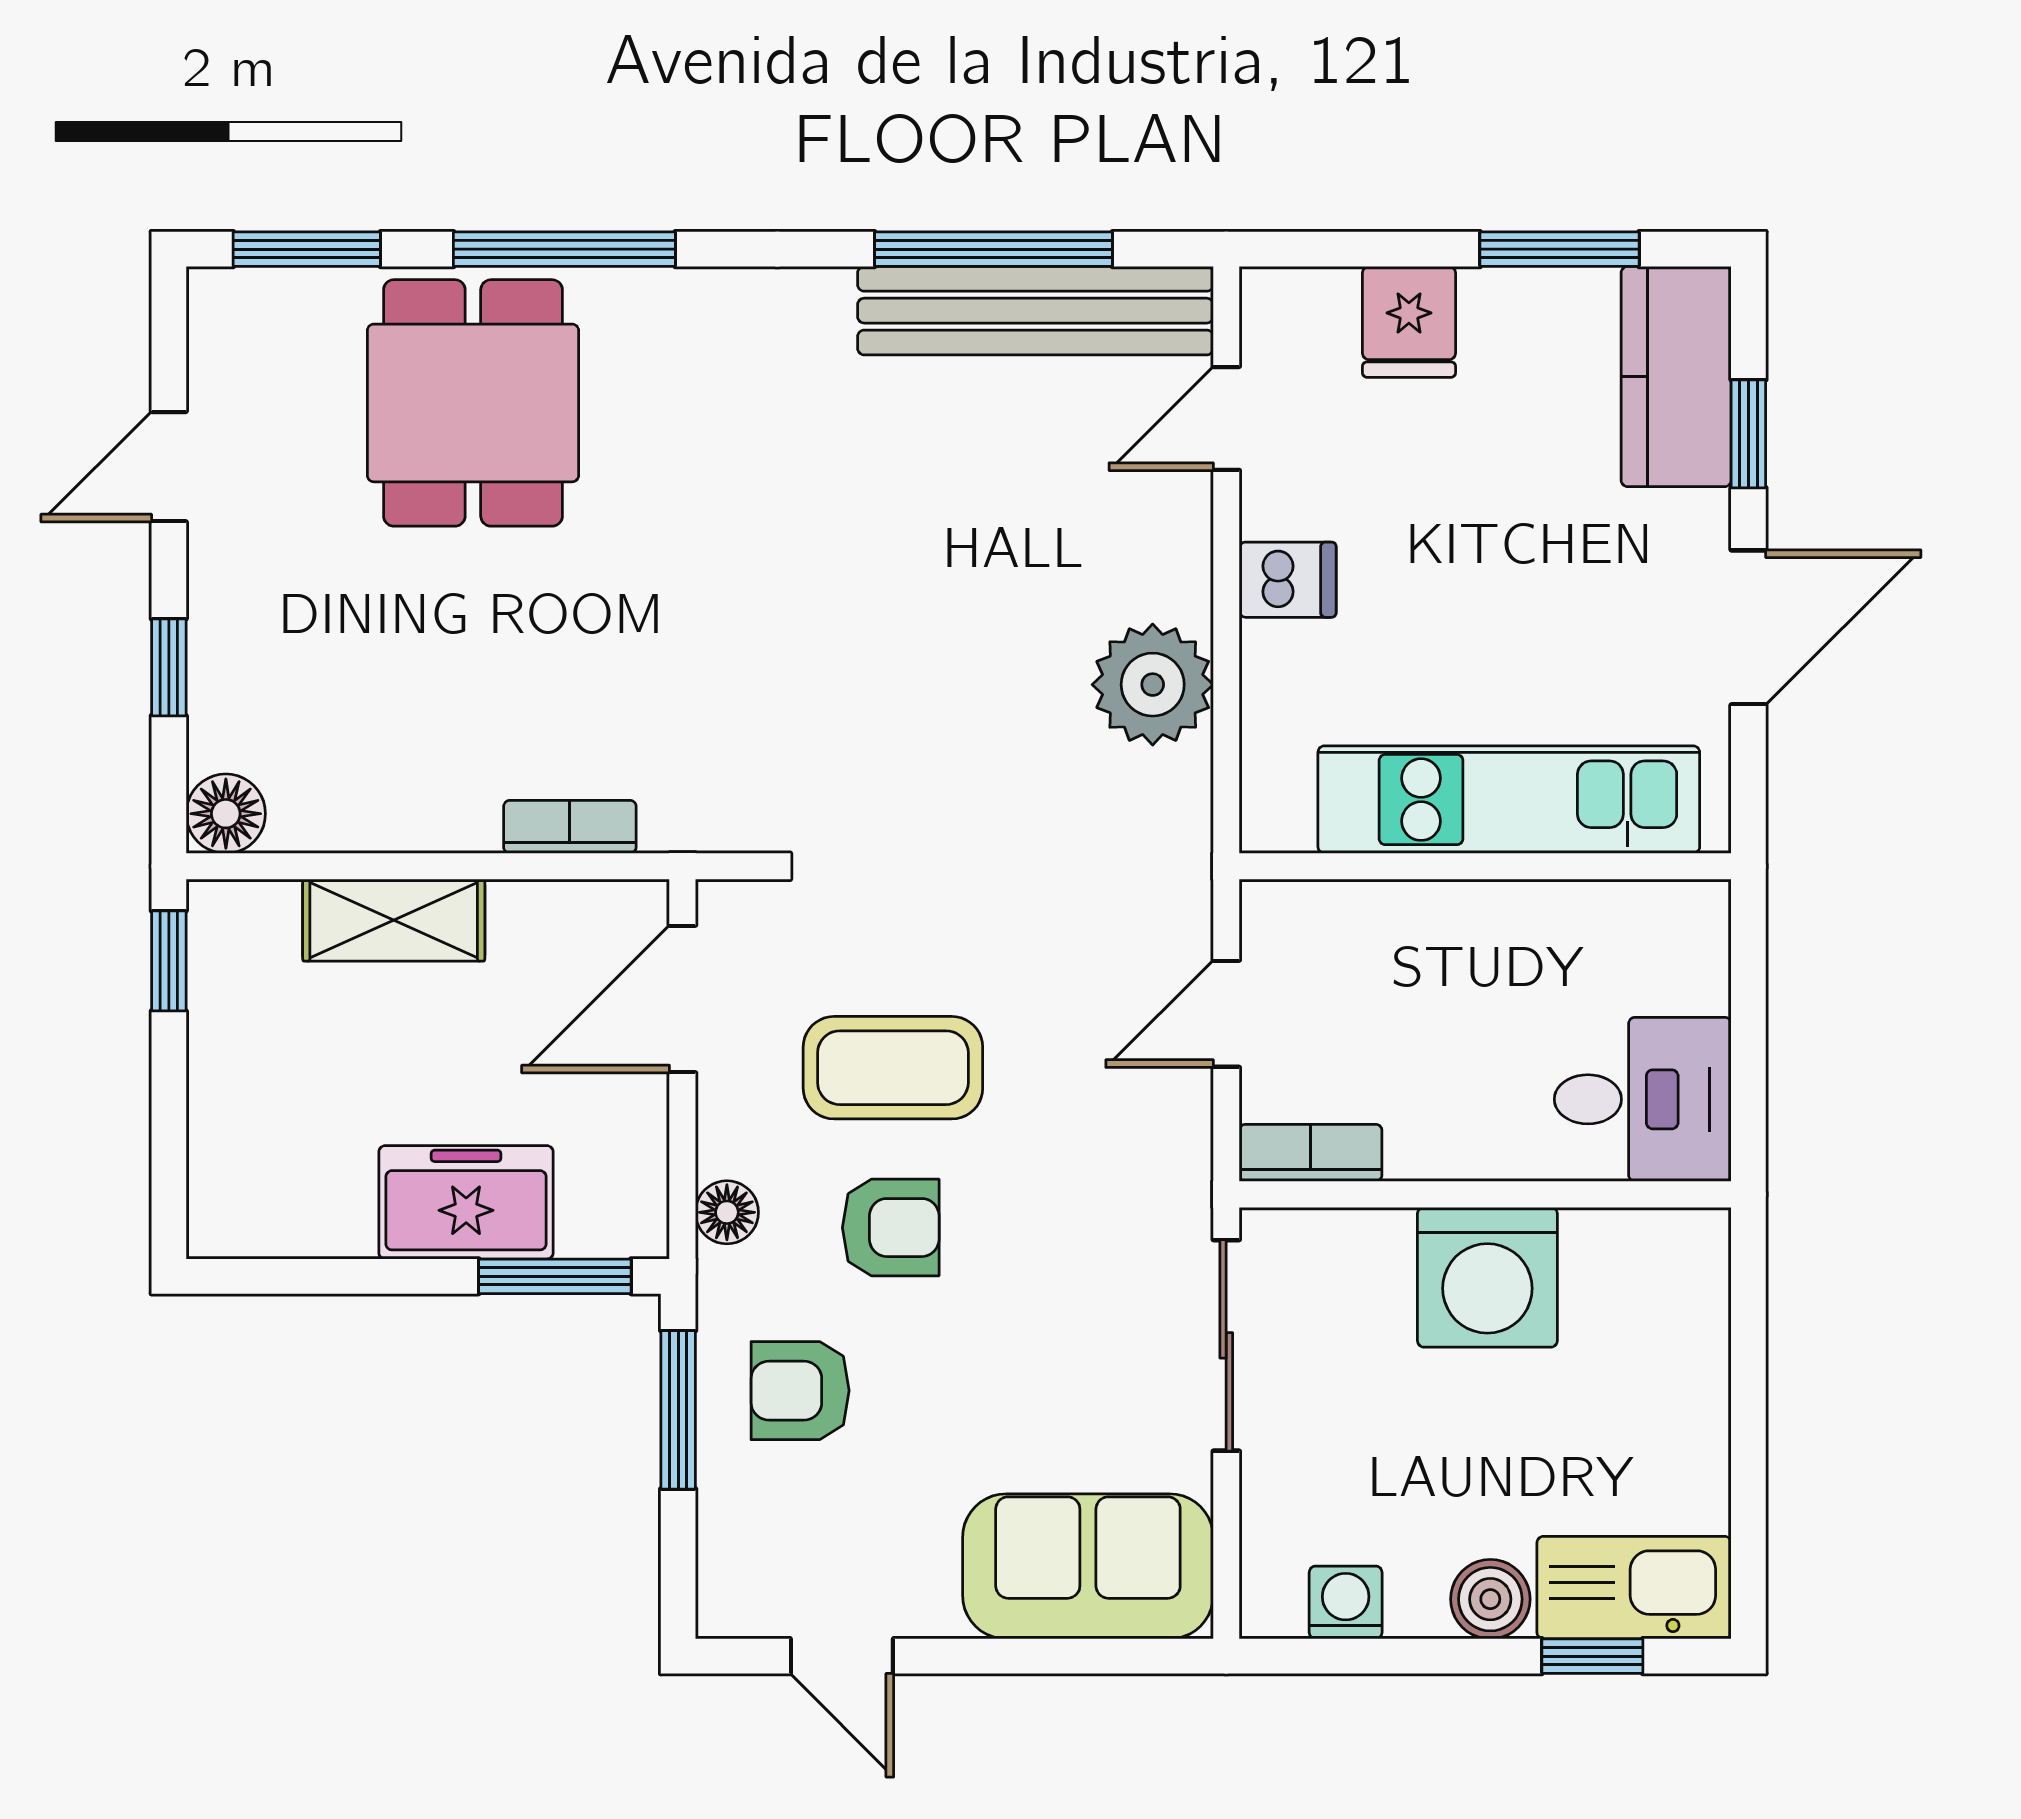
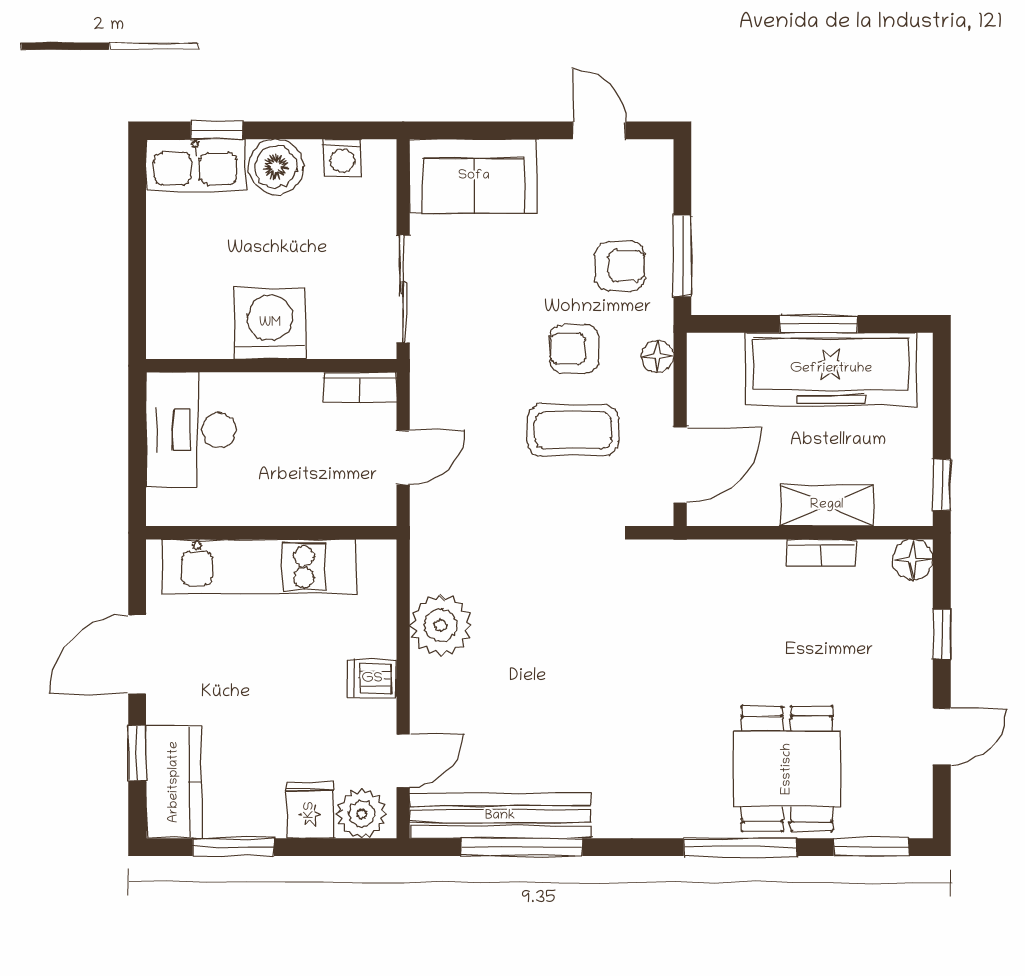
plant: (1307, 315) -> (362, 814), added
bookcase: (570, 827) -> (821, 553), moved
desk: (1643, 1099) -> (191, 430), width x1.37
freezer: (466, 1202) -> (831, 369), width x1.91, depth x1.26
window: (555, 1276) -> (819, 324), moved
boiler: (1490, 1599) -> (276, 167), width x1.36, depth x1.36

